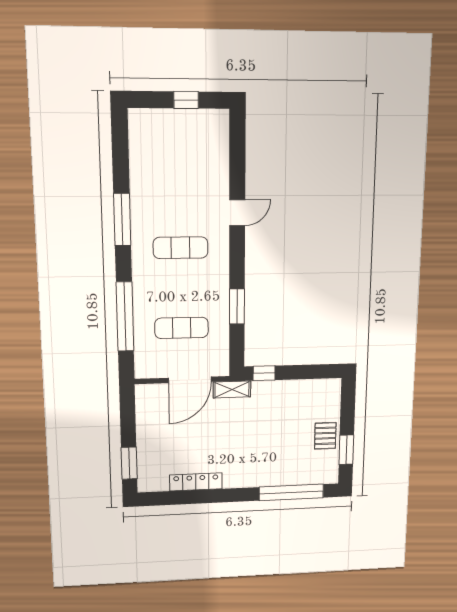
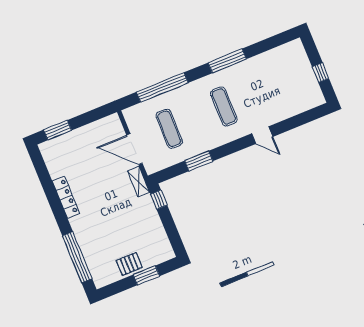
window: (346, 450) -> (146, 275), moved
locker: (196, 482) -> (66, 197), moved

